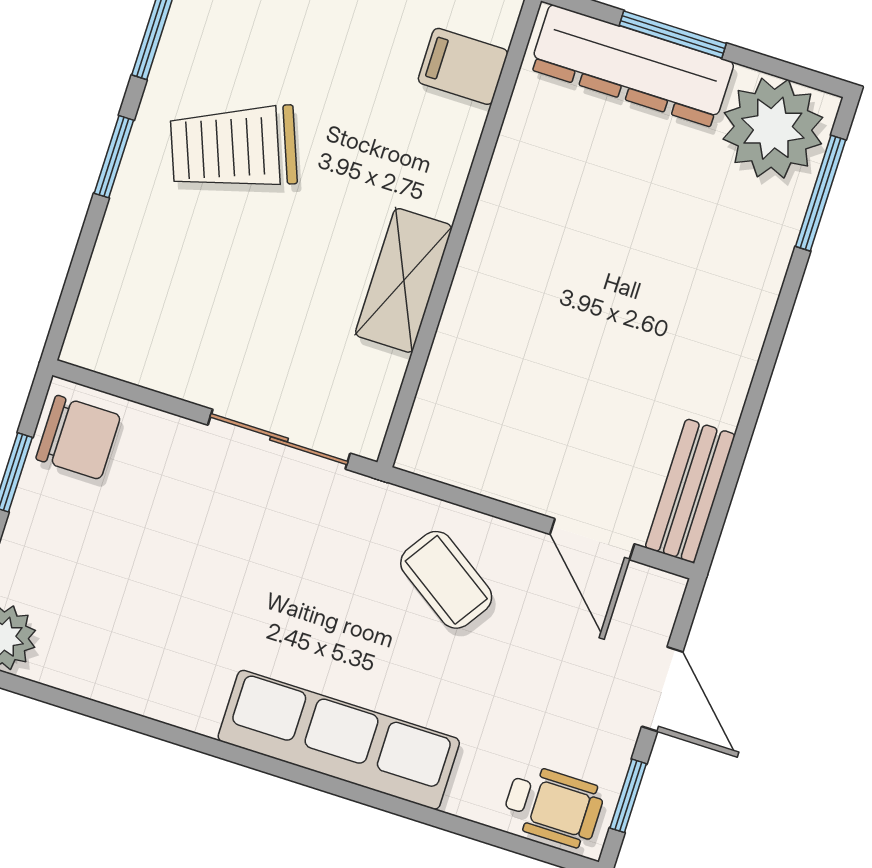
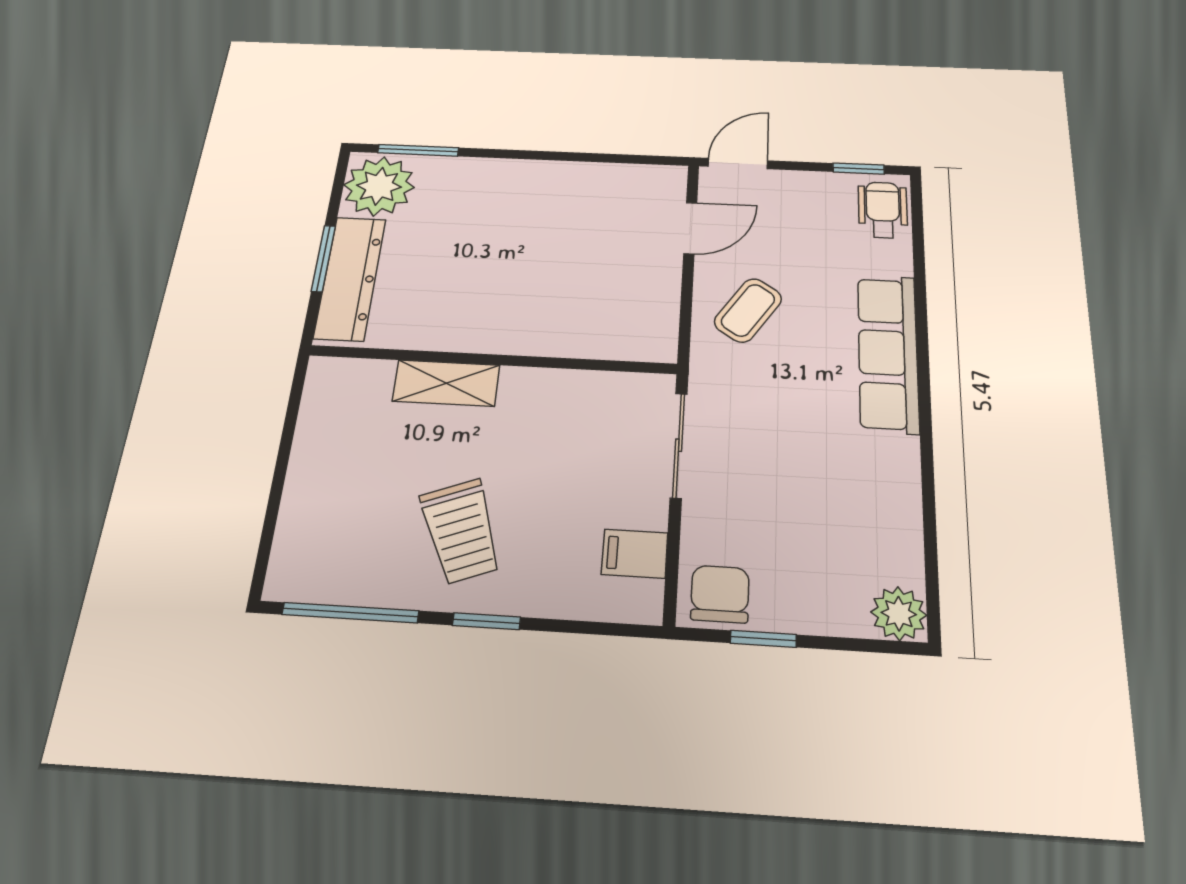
filing cabinet: (463, 66) -> (635, 554), moved, turned 90
shelving: (404, 280) -> (446, 383), moved
bench: (690, 491) -> (640, 179), removed
door: (662, 689) -> (738, 164), moved

